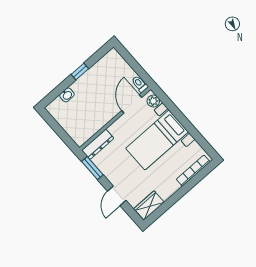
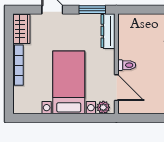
toilet: (140, 84) -> (127, 65), moved
bookcase: (193, 171) -> (18, 65), moved

